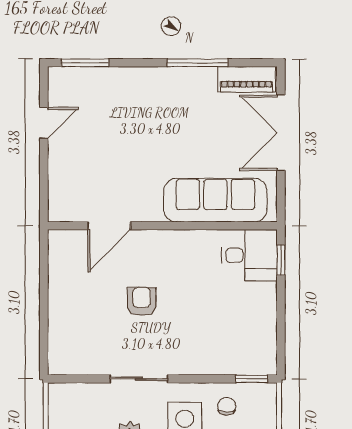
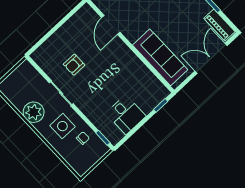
door: (109, 226) -> (111, 25), hinge flipped
desk: (249, 255) -> (126, 115), moved
armchair: (142, 301) -> (74, 65), moved, turned 180

